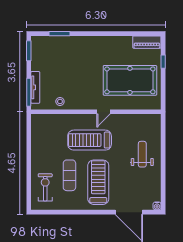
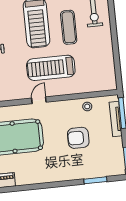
armchair: (71, 74) -> (78, 138), added
treadmill: (90, 140) -> (51, 68), turned 180

